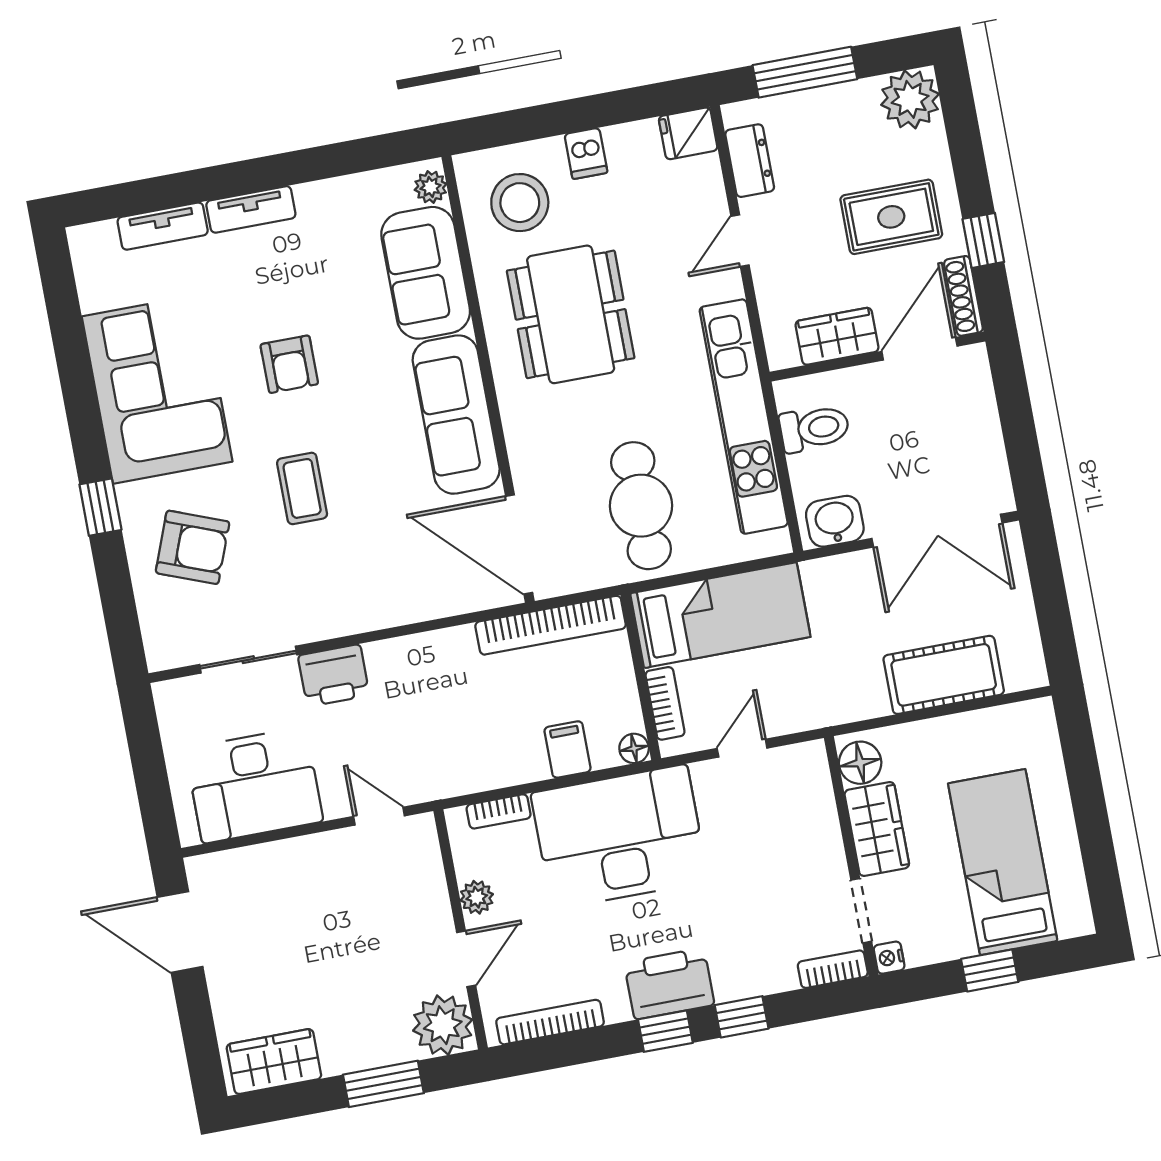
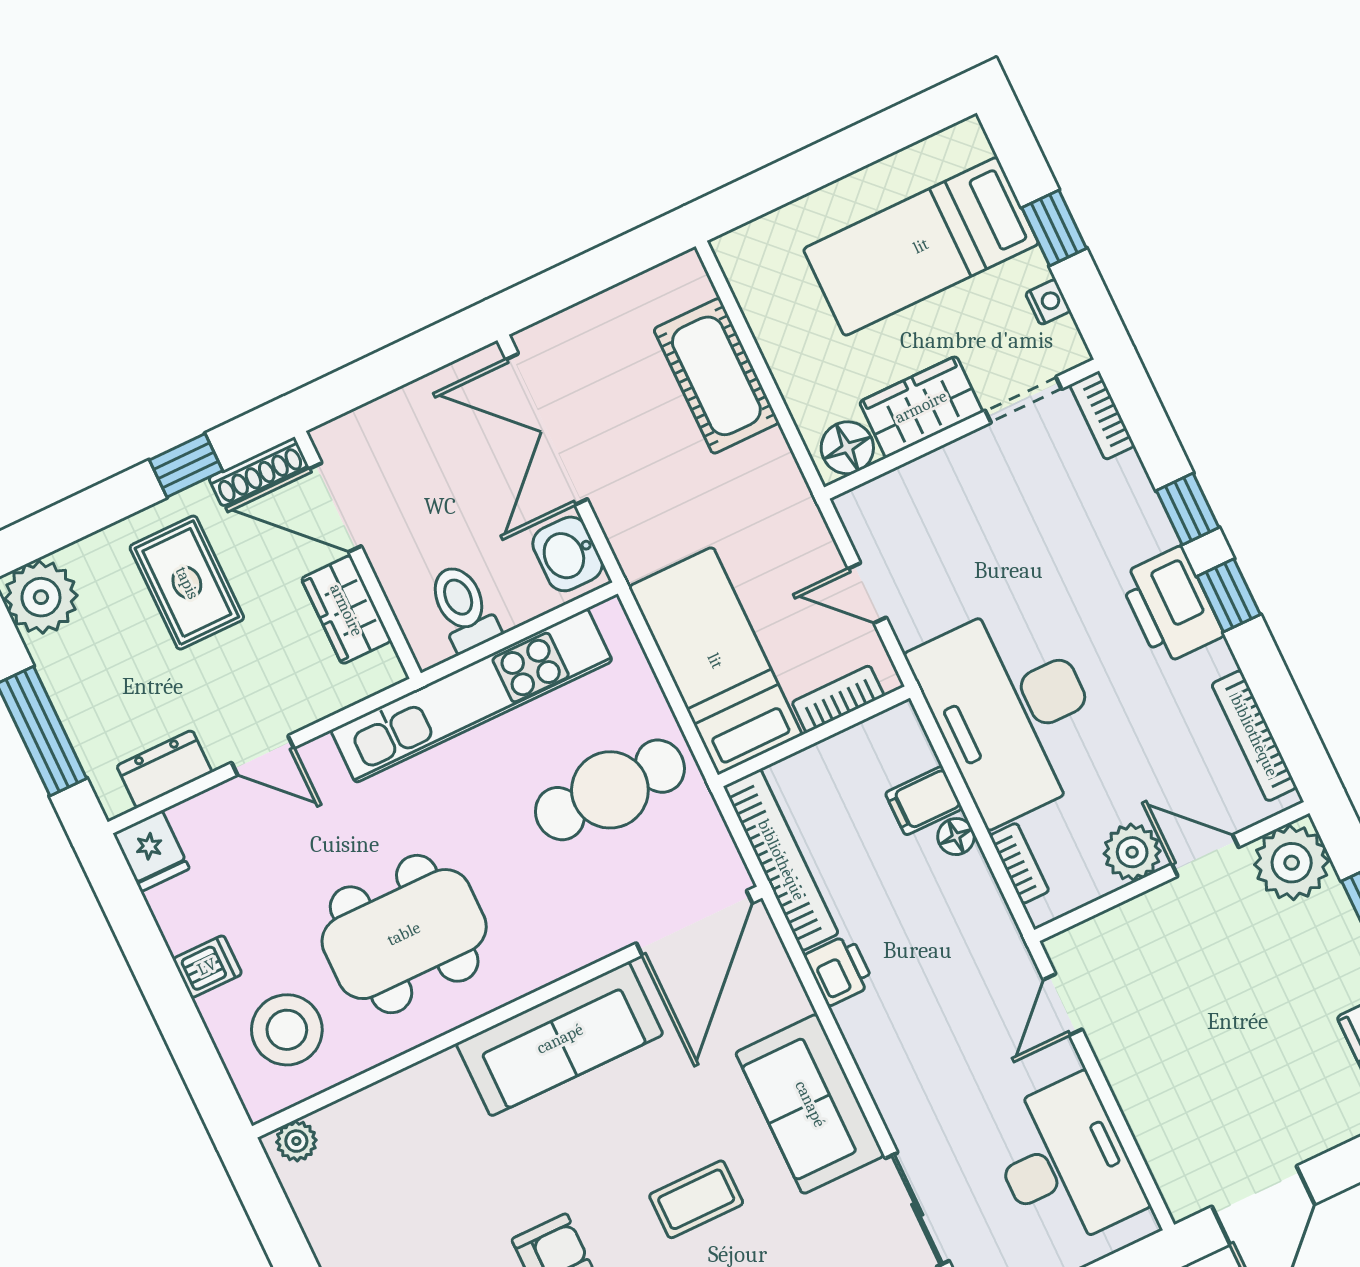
sofa: (426, 273) -> (810, 1104), moved, turned 90
double door: (937, 531) -> (547, 429), swing flipped
printer: (334, 675) -> (839, 970), moved, width x0.73, depth x0.81
floor lamp: (634, 748) -> (956, 837), moved
plant: (477, 897) -> (1132, 852), width x1.38, depth x1.38
nightstand: (889, 958) -> (1048, 302), moved, turned -90

